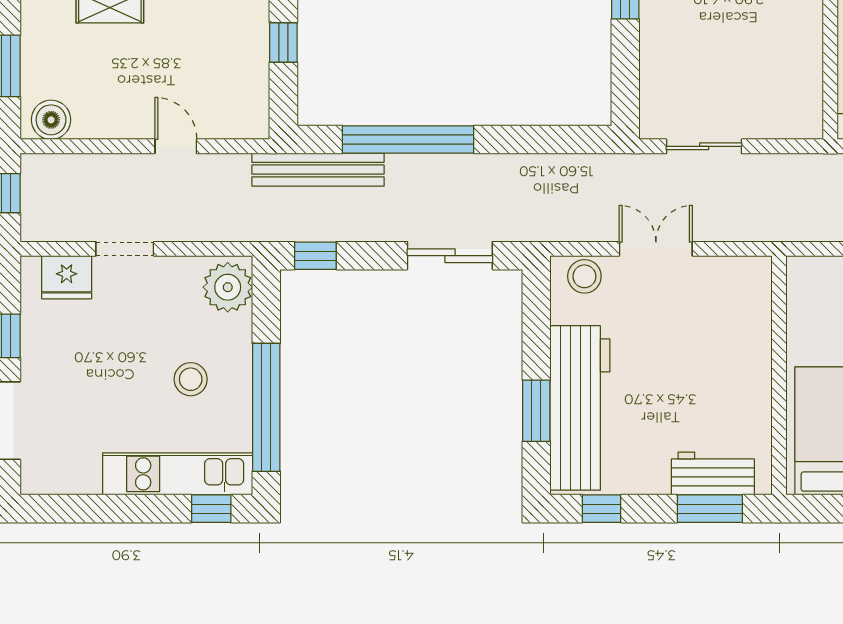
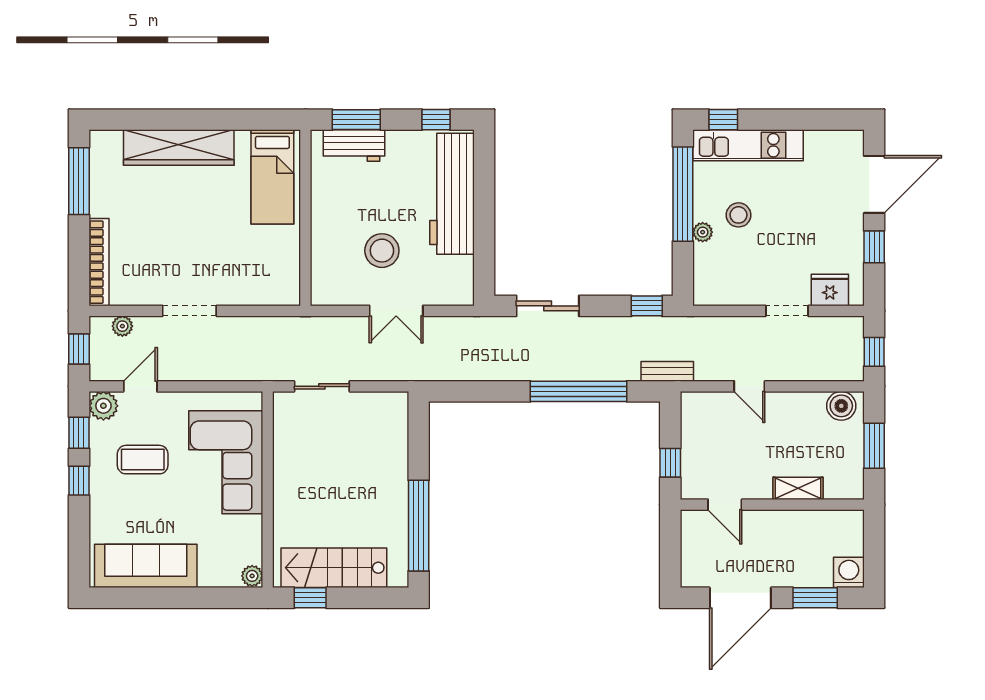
sliding door: (704, 146) -> (322, 386), moved
bench: (318, 170) -> (667, 371), width x0.54, depth x0.82
stool: (584, 276) -> (382, 251), moved, width x1.38, depth x1.38
plant: (228, 287) -> (703, 232), moved, width x0.53, depth x0.53
window: (536, 411) -> (484, 192), removed

